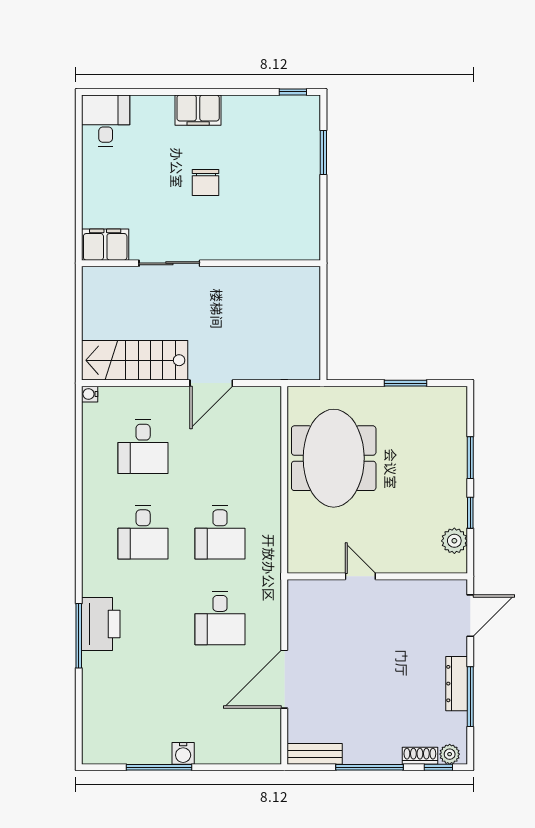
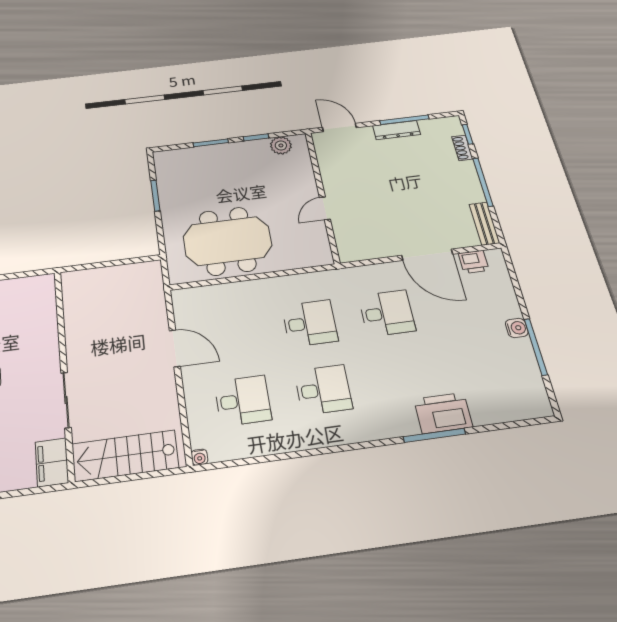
stairs: (135, 360) -> (125, 456), moved, turned 90
printer: (101, 624) -> (443, 413), moved
printer: (268, 729) -> (474, 262), added
plant: (450, 754) -> (455, 128), removed

